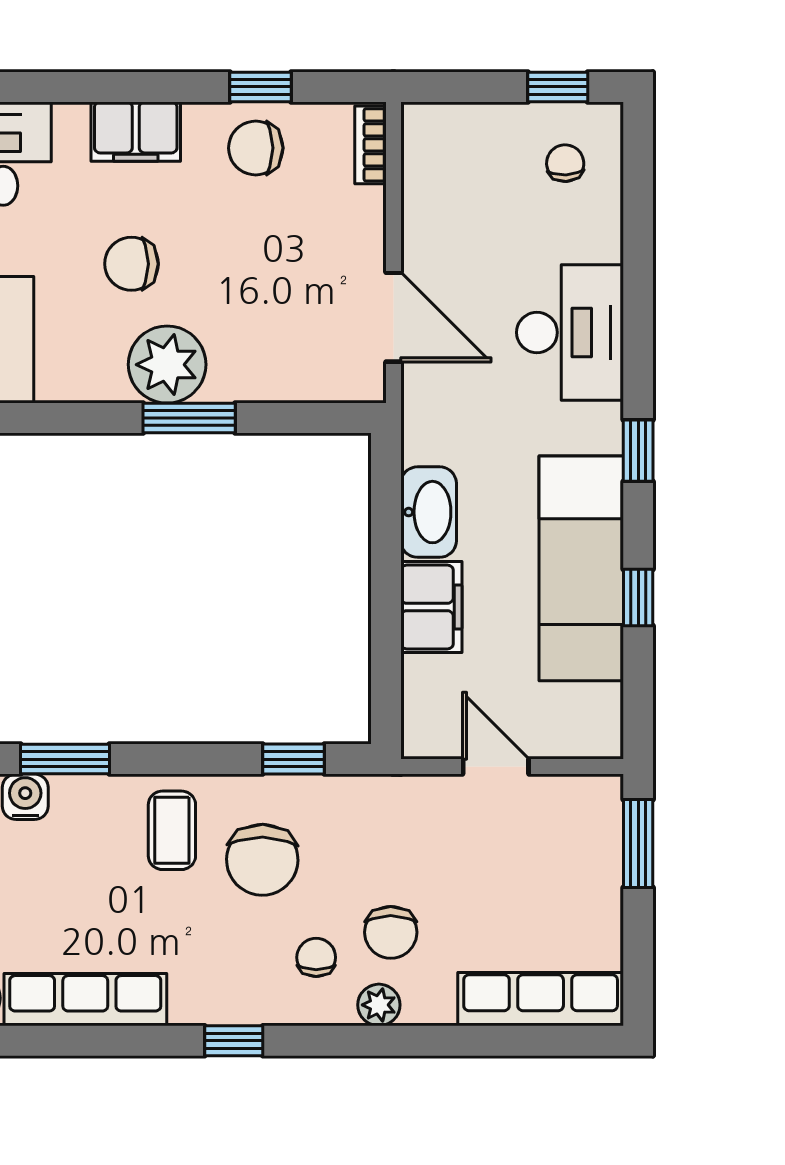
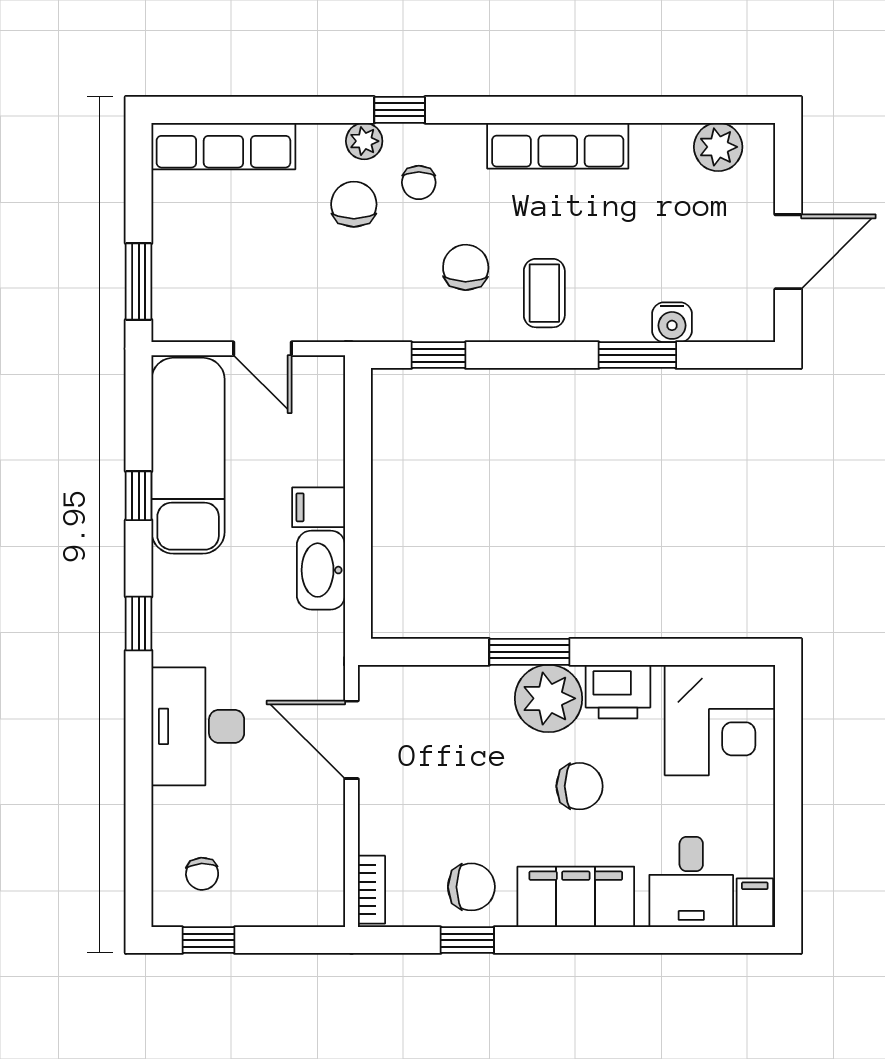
filing cabinet: (136, 132) -> (576, 897), width x1.50, depth x1.17
printer: (87, 372) -> (618, 692), added
exam couch: (581, 568) -> (188, 456), moved
filing cabinet: (431, 607) -> (319, 507), width x0.50
chair: (262, 860) -> (466, 267), width x0.73, depth x0.73
row of seats: (85, 1000) -> (558, 146), moved
window: (234, 1041) -> (400, 110), moved

